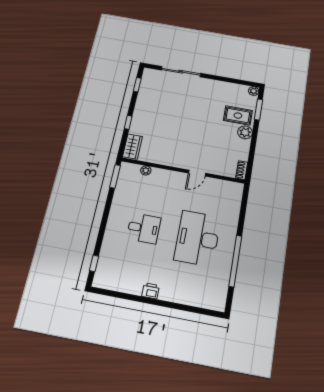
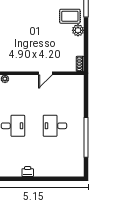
desk: (198, 238) -> (55, 126), width x0.53, depth x0.77

